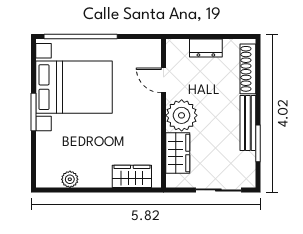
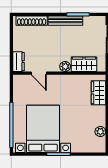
dresser: (206, 48) -> (19, 62), moved
door: (164, 80) -> (39, 73), hinge flipped
plant: (182, 115) -> (65, 66), width x0.53, depth x0.53

